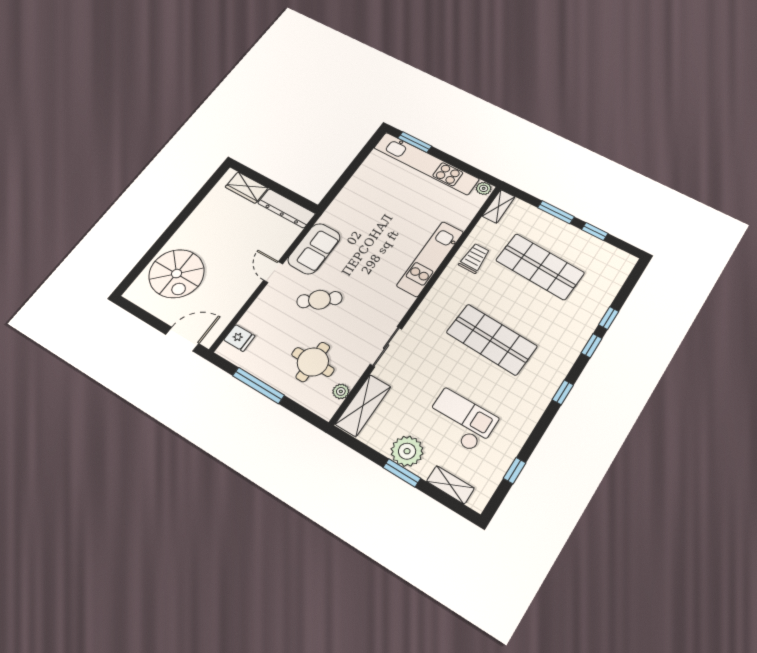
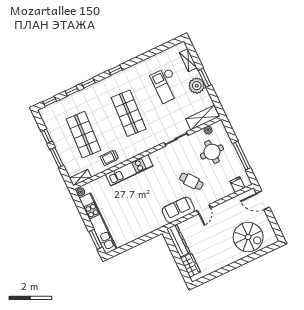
spiral stairs: (177, 274) -> (248, 237), turned 90
window: (515, 471) -> (50, 101), moved

